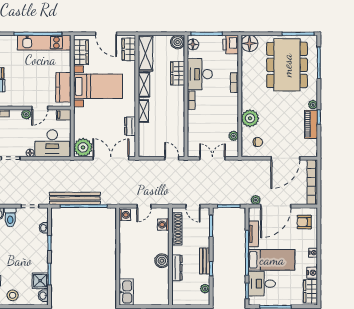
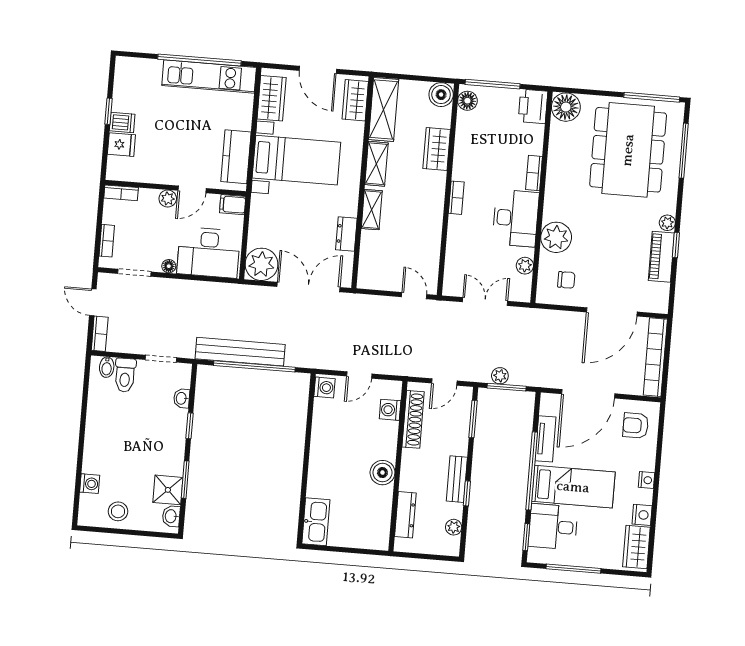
desk: (200, 74) -> (516, 218), moved, turned 180
plant: (256, 200) -> (500, 376), moved
door: (193, 206) -> (444, 382), hinge flipped
dresser: (177, 268) -> (405, 515), moved

